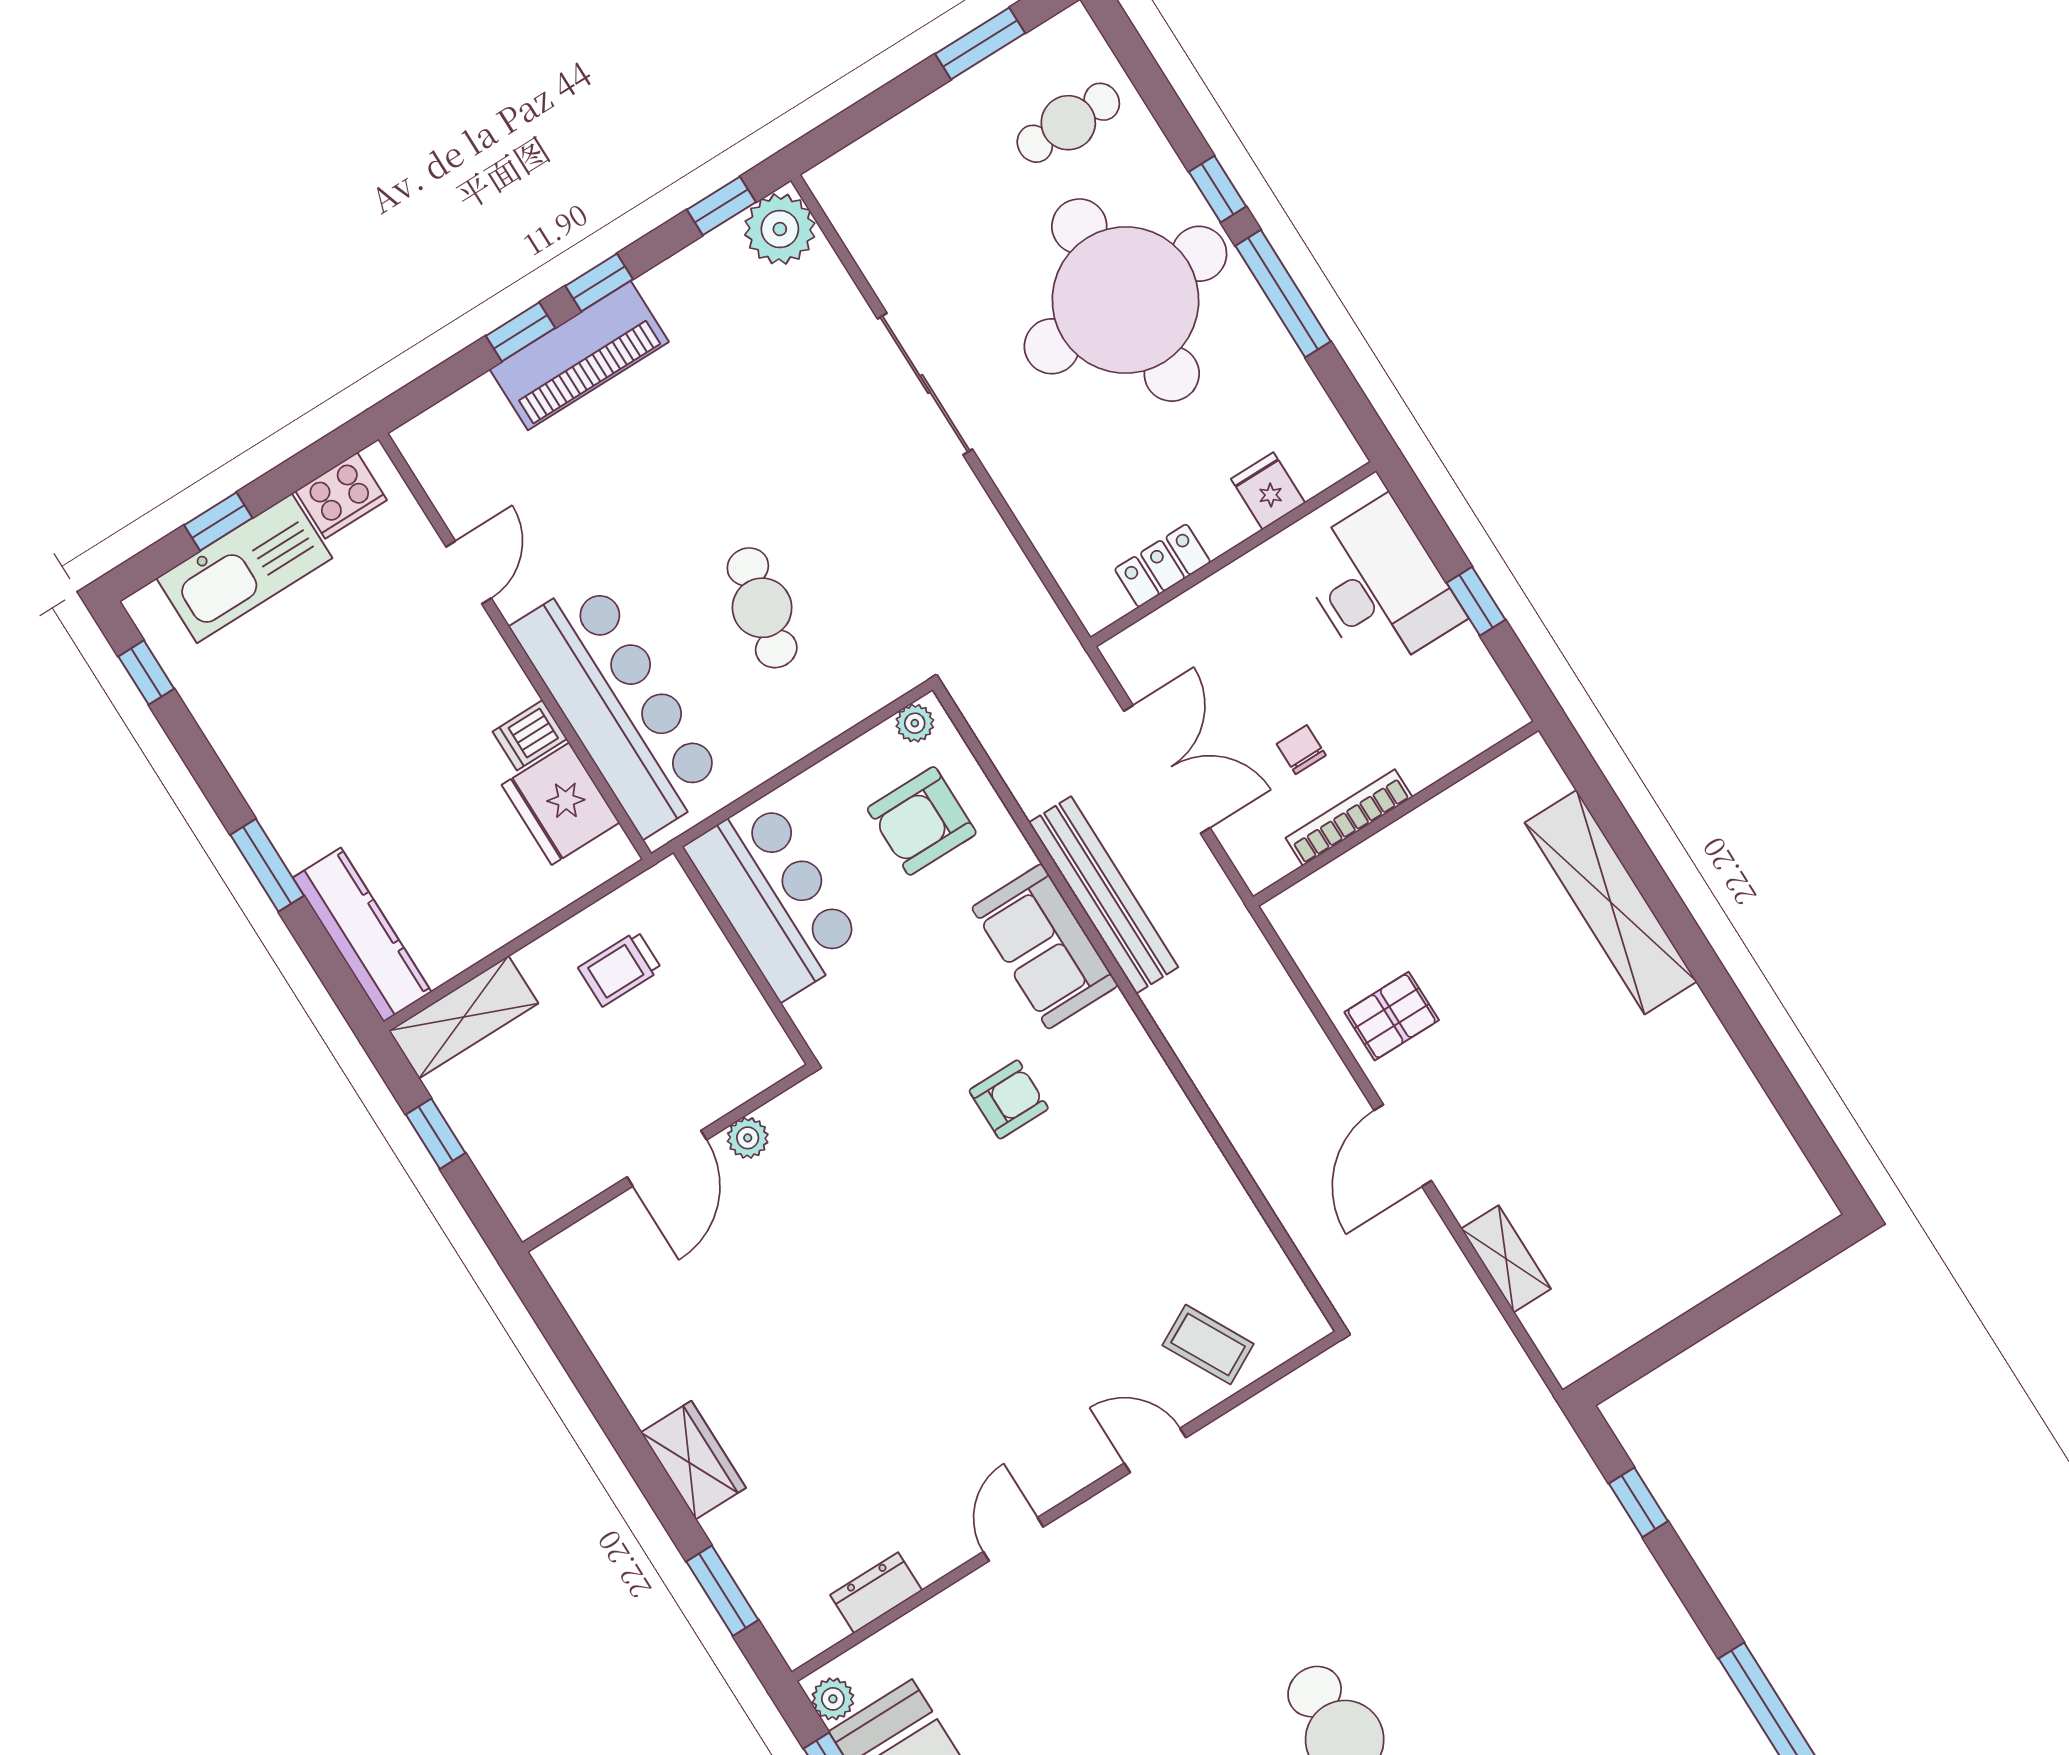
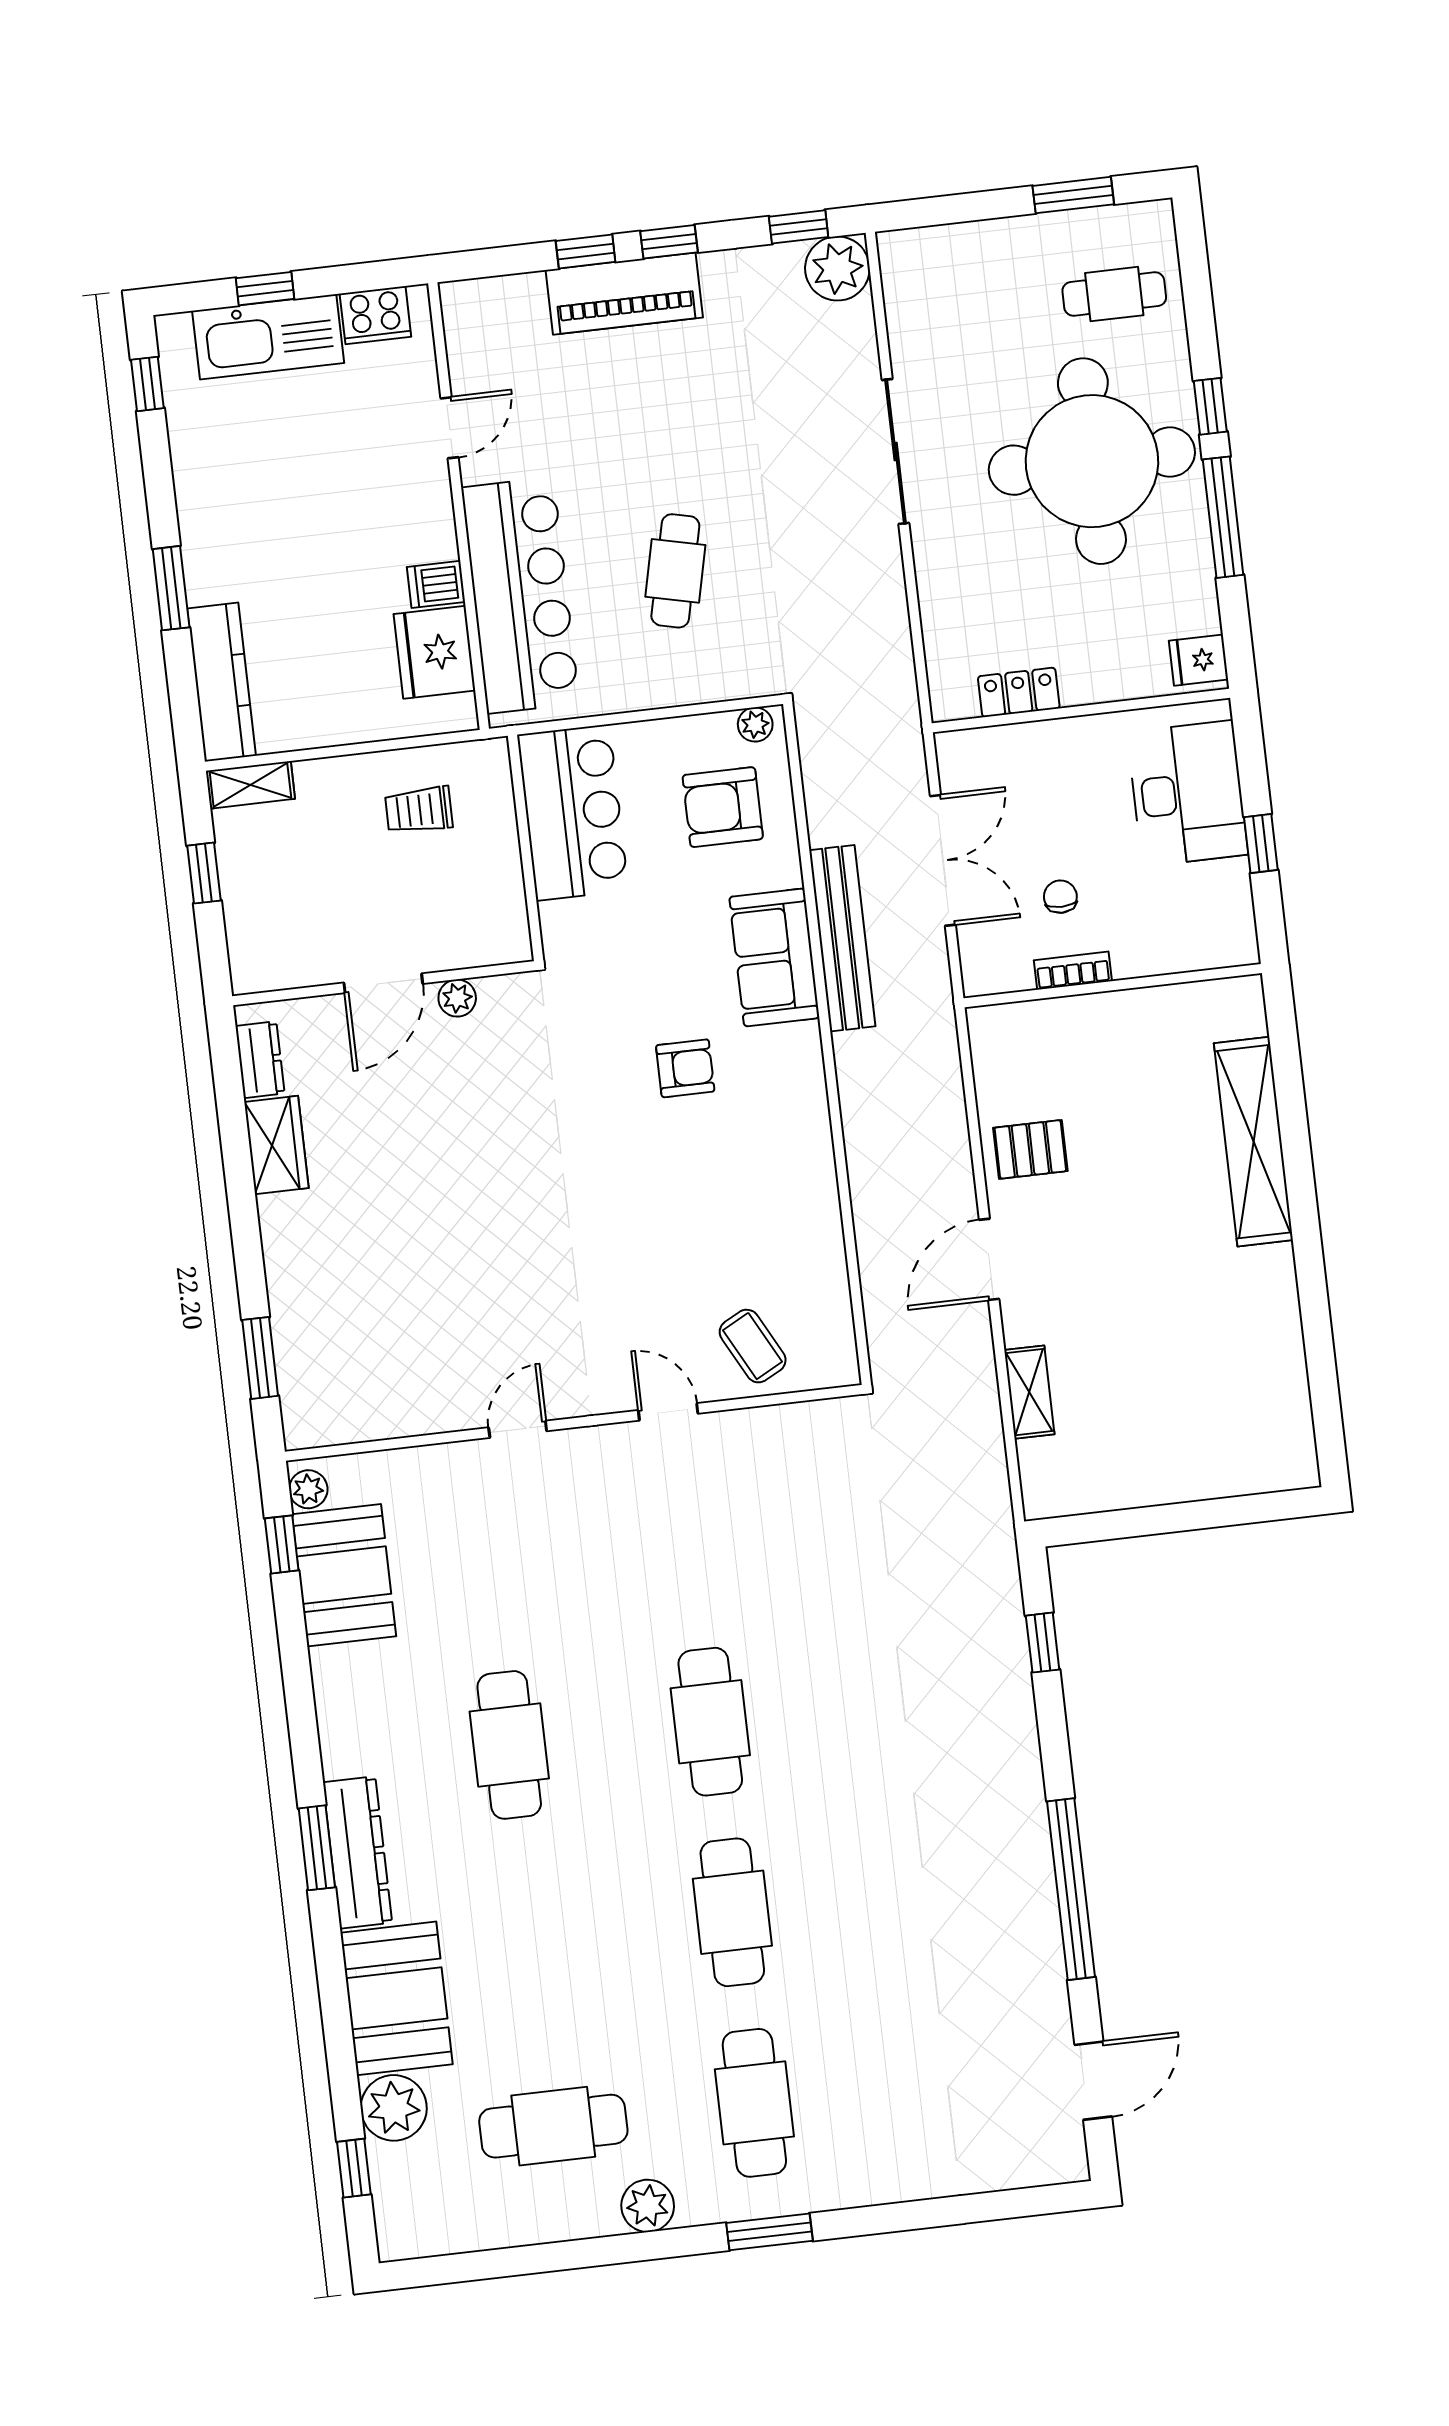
fridge: (1268, 491) -> (1199, 660), moved, turned -90
bookcase: (1349, 818) -> (1073, 971), width x0.64
shelving: (464, 1017) -> (250, 785), width x0.67, depth x0.75
wardrobe: (693, 1460) -> (276, 1145), moved
dresser: (876, 1593) -> (260, 1060), moved, turned 90

